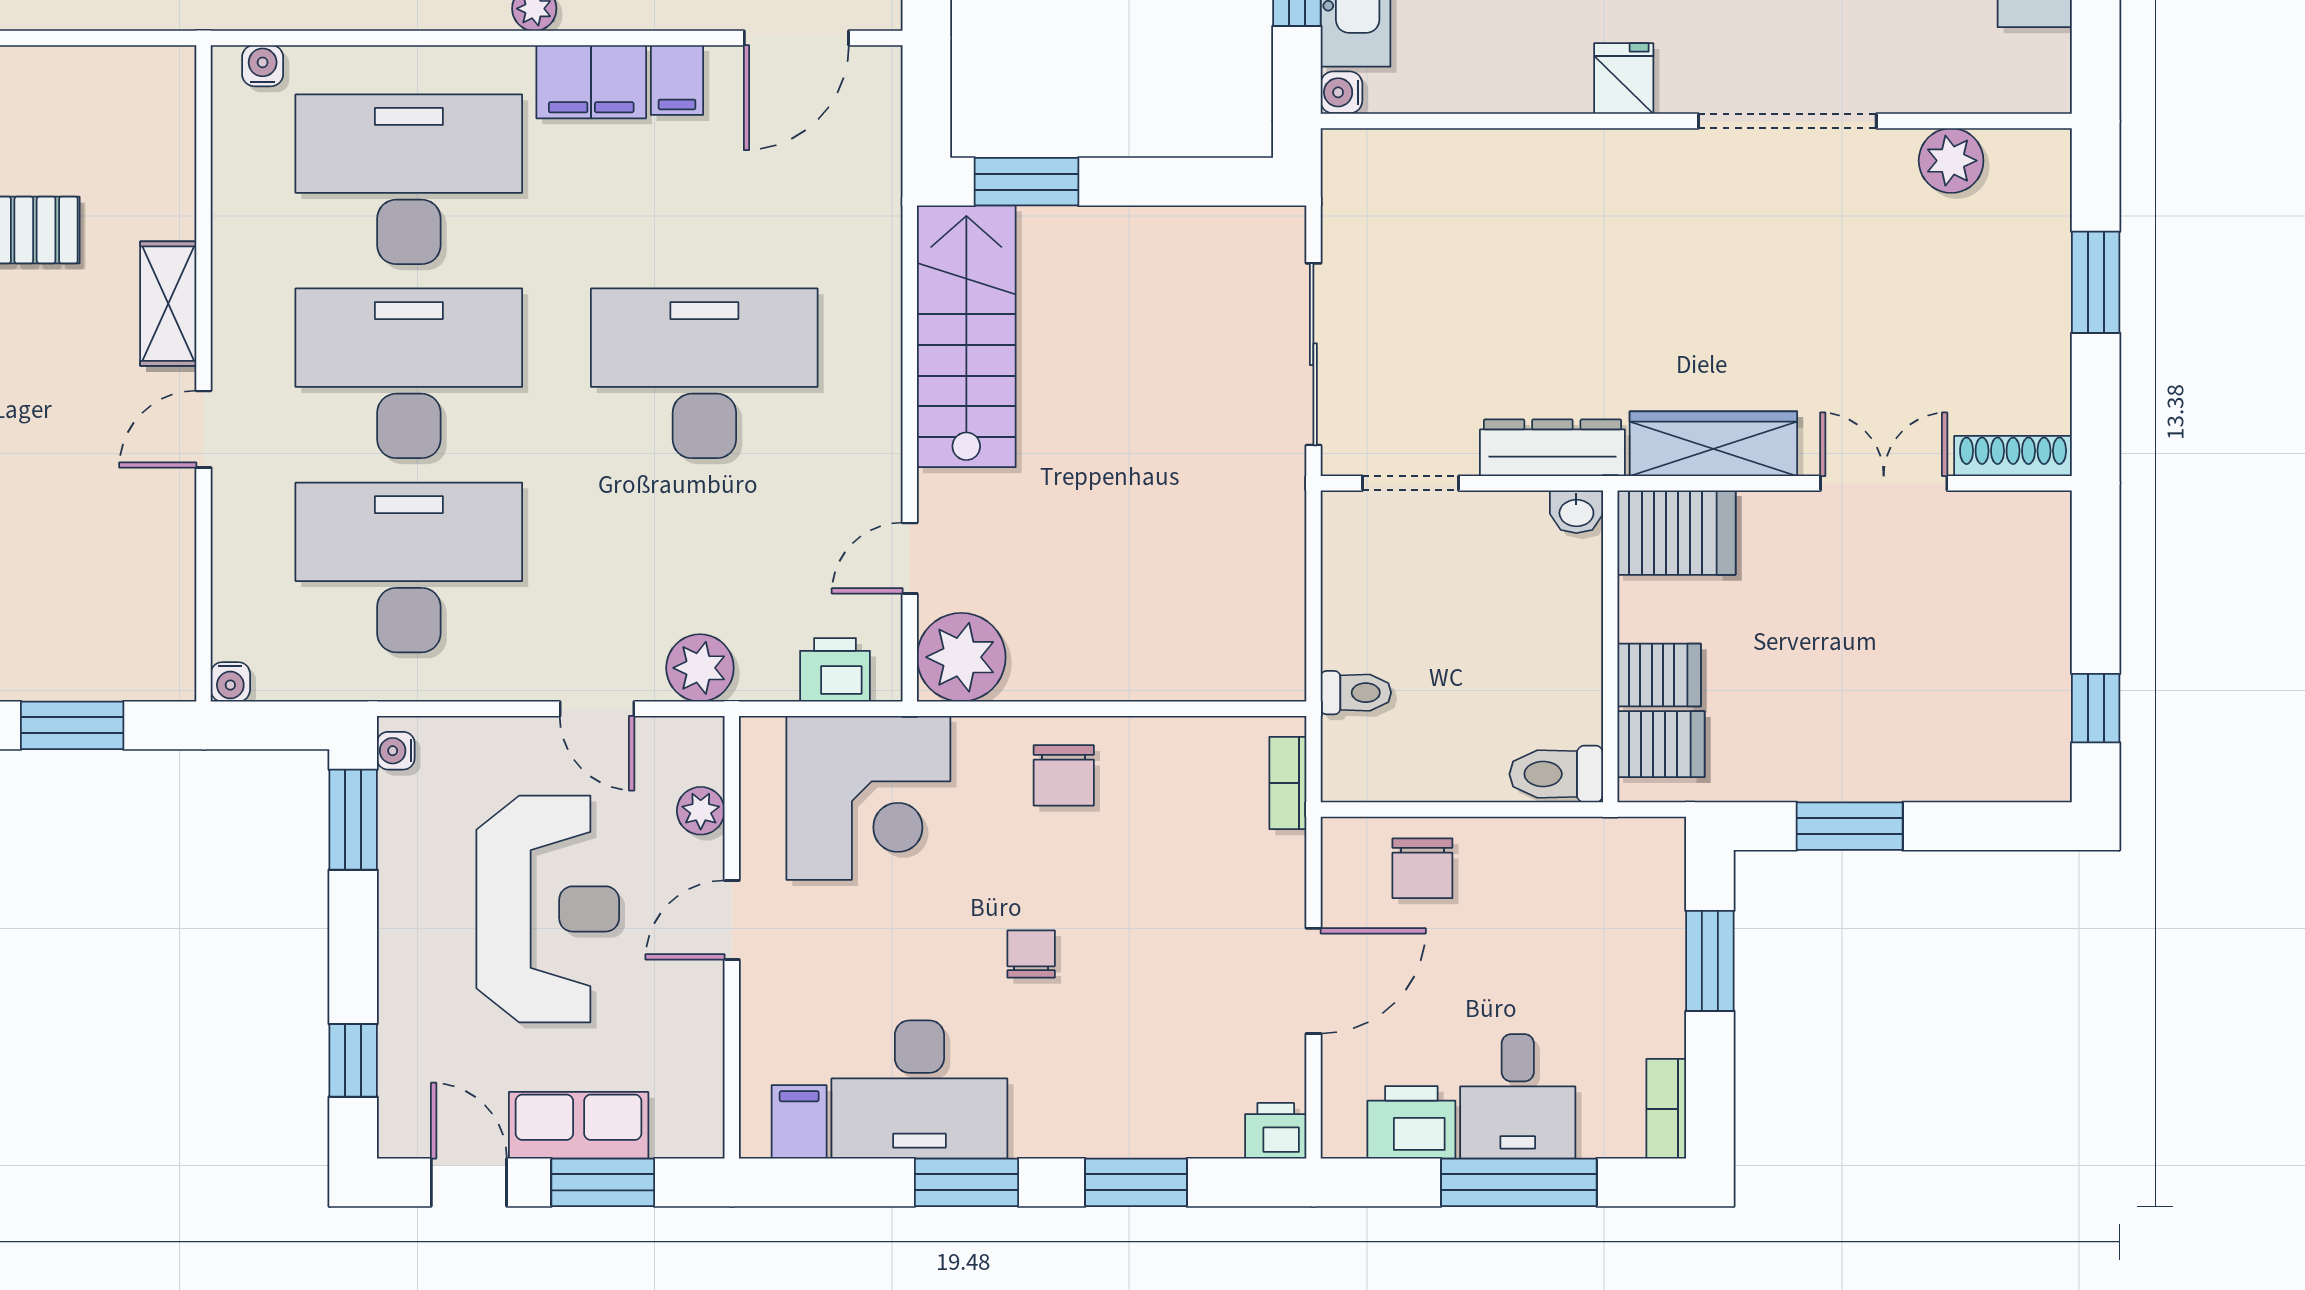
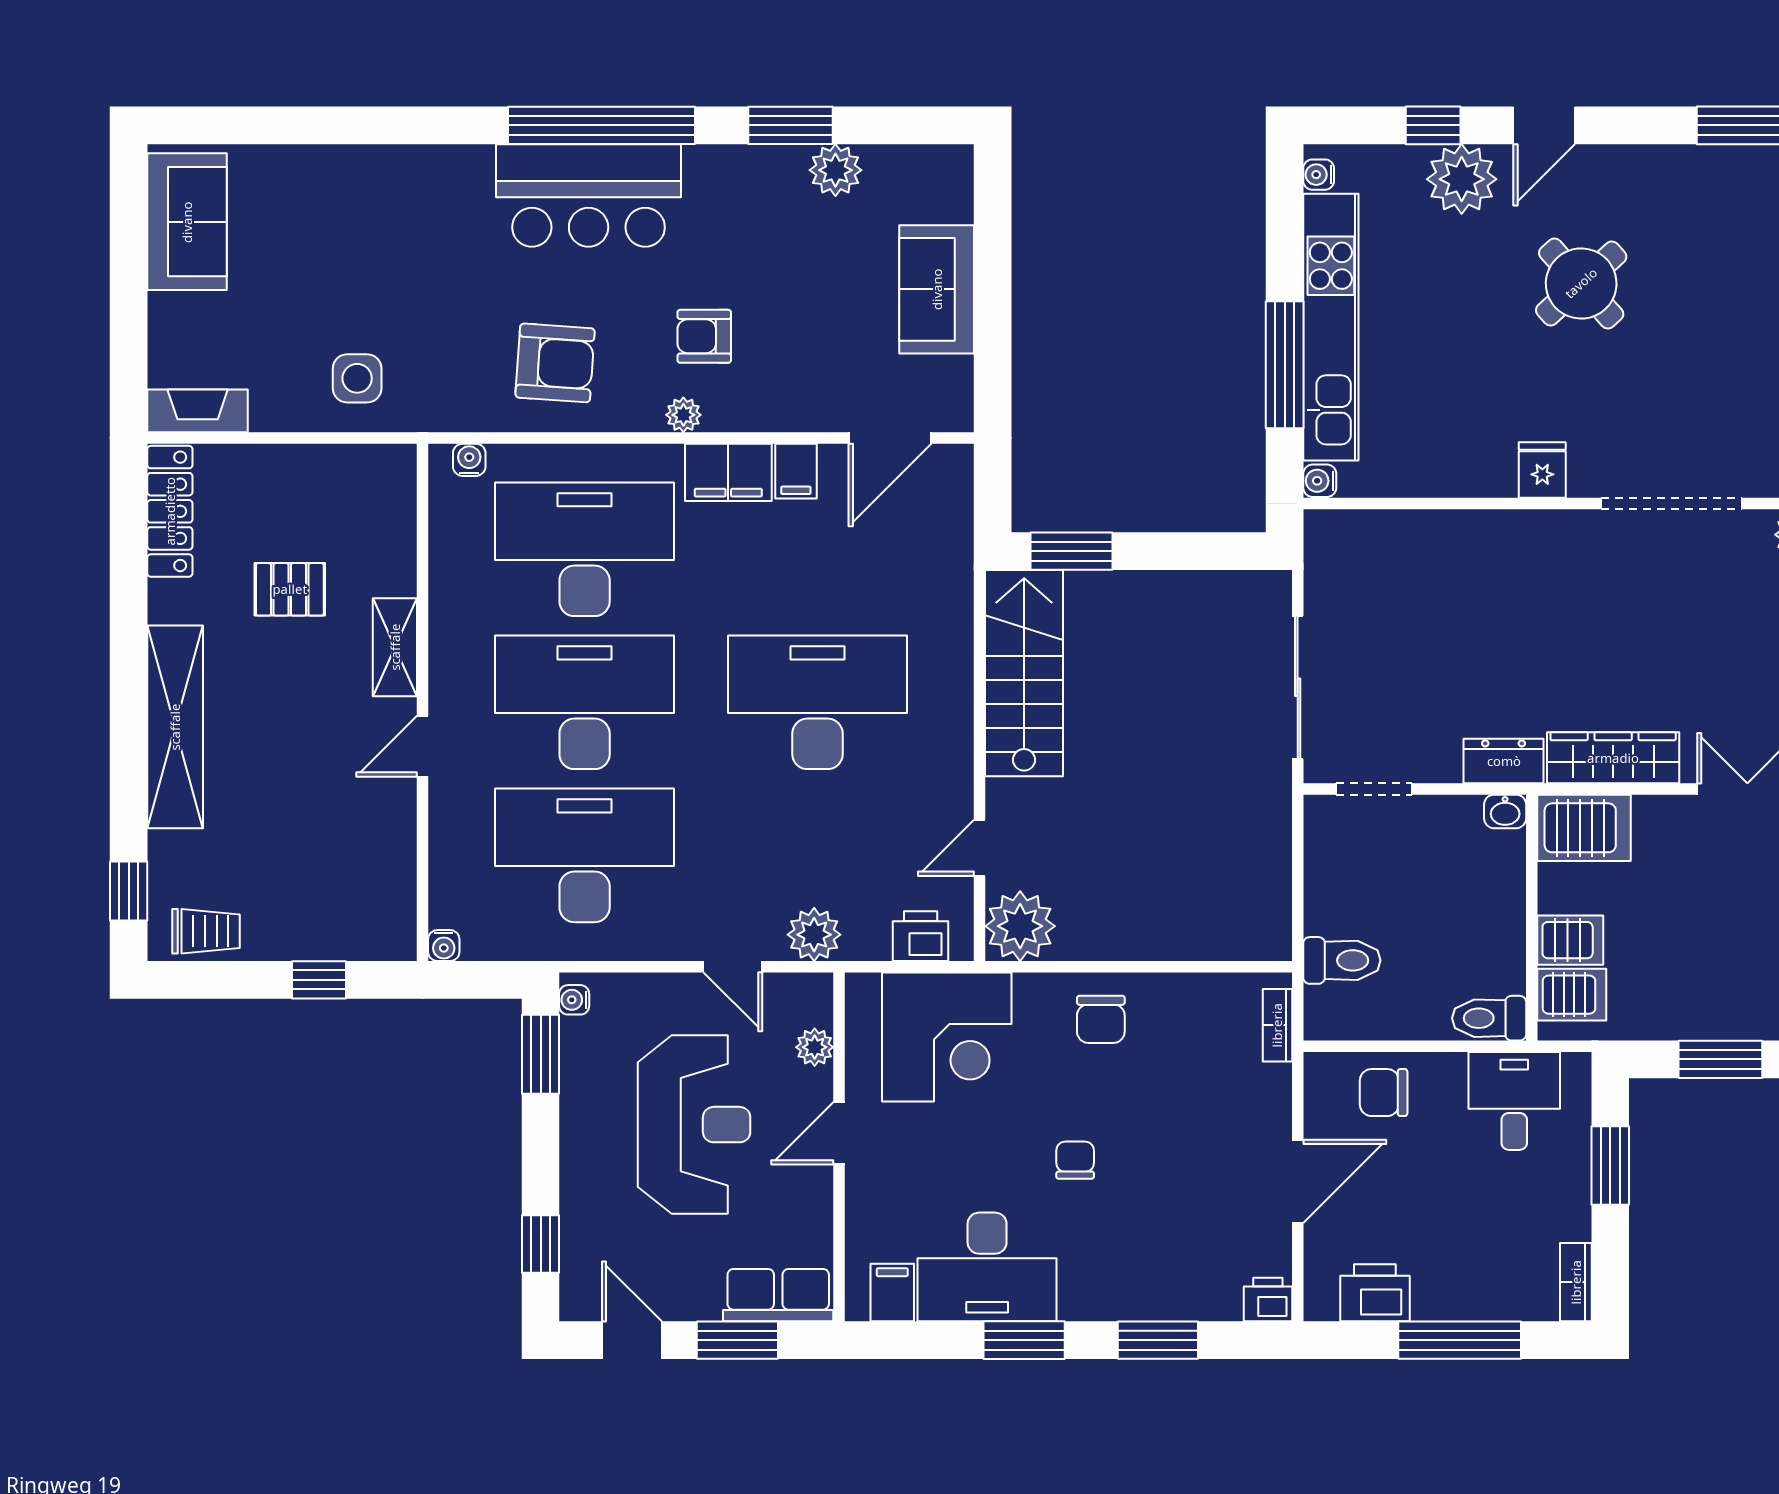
dresser: (1552, 448) -> (1504, 761), width x0.70
toilet: (1356, 693) -> (1342, 960), width x1.37, depth x1.39
window: (72, 725) -> (319, 980), width x0.67
chair: (1422, 868) -> (1384, 1093), turned 90
desk: (1518, 1096) -> (1514, 1101), moved, turned 180
row of seats: (579, 1125) -> (778, 1295), moved

